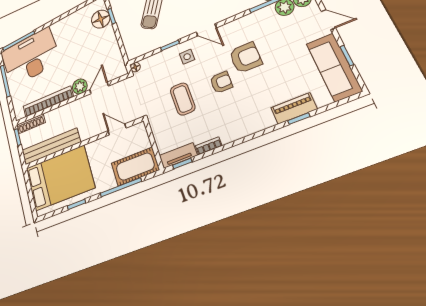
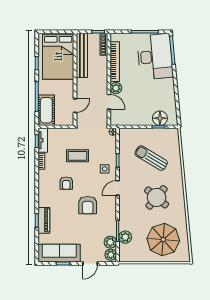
armchair: (221, 82) -> (66, 183), moved

